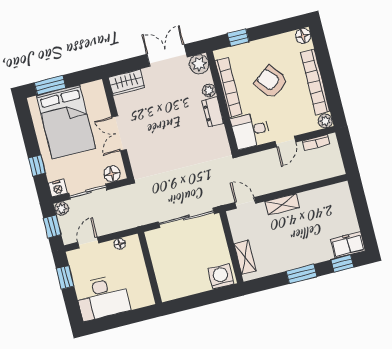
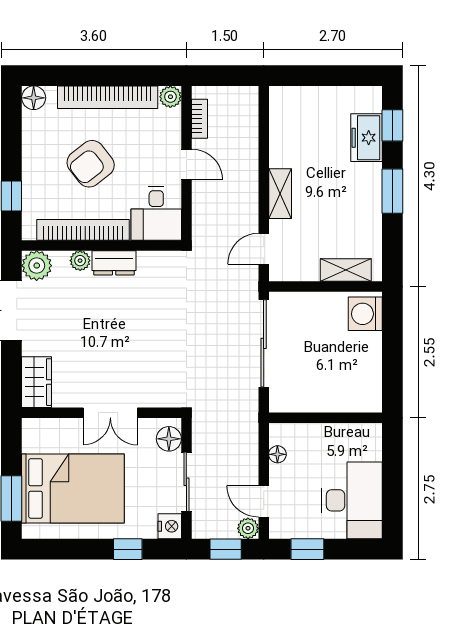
plant: (62, 209) -> (248, 528), moved
freezer: (348, 245) -> (366, 138), moved

